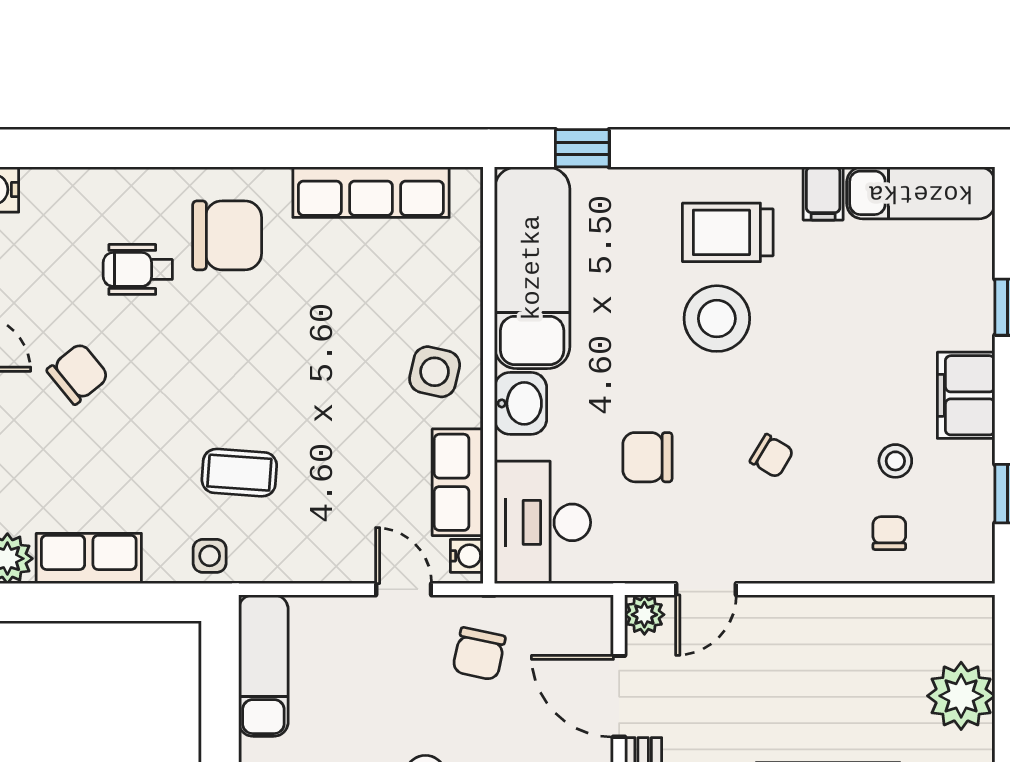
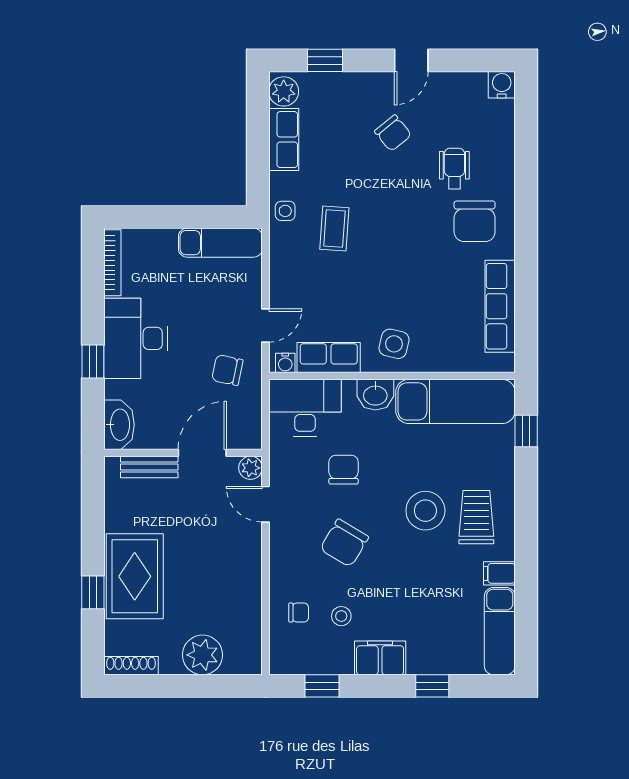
chair: (772, 456) -> (344, 543), width x1.87, depth x1.87

